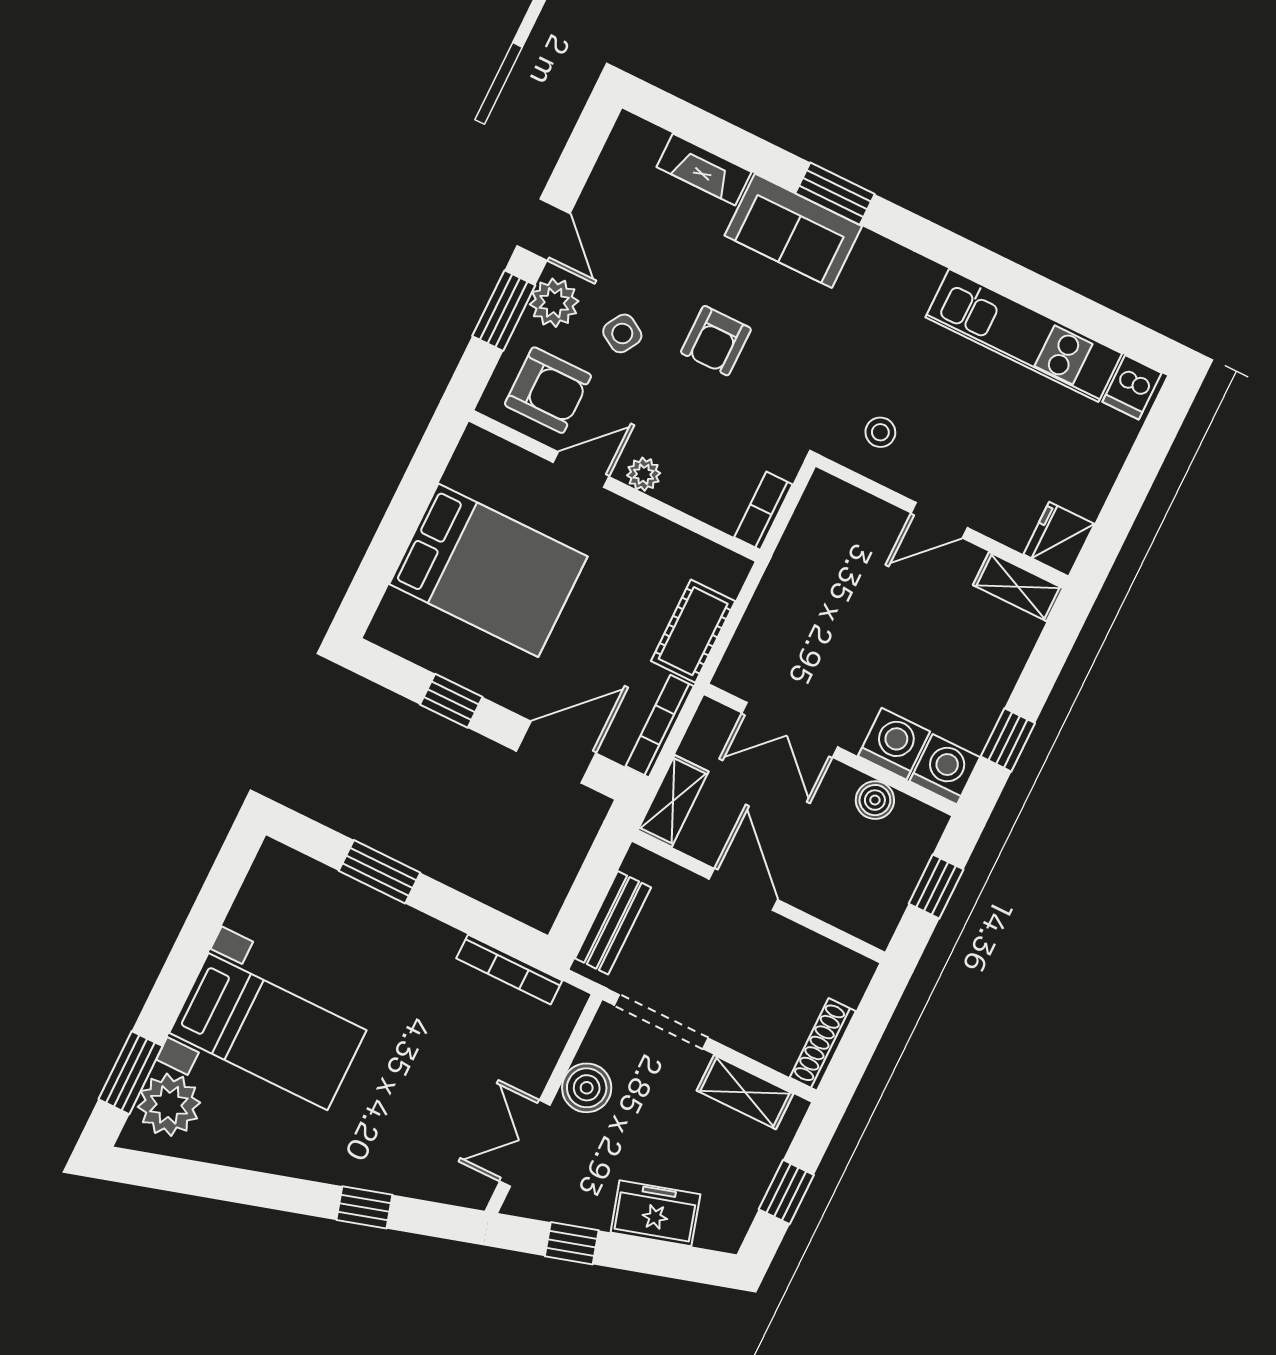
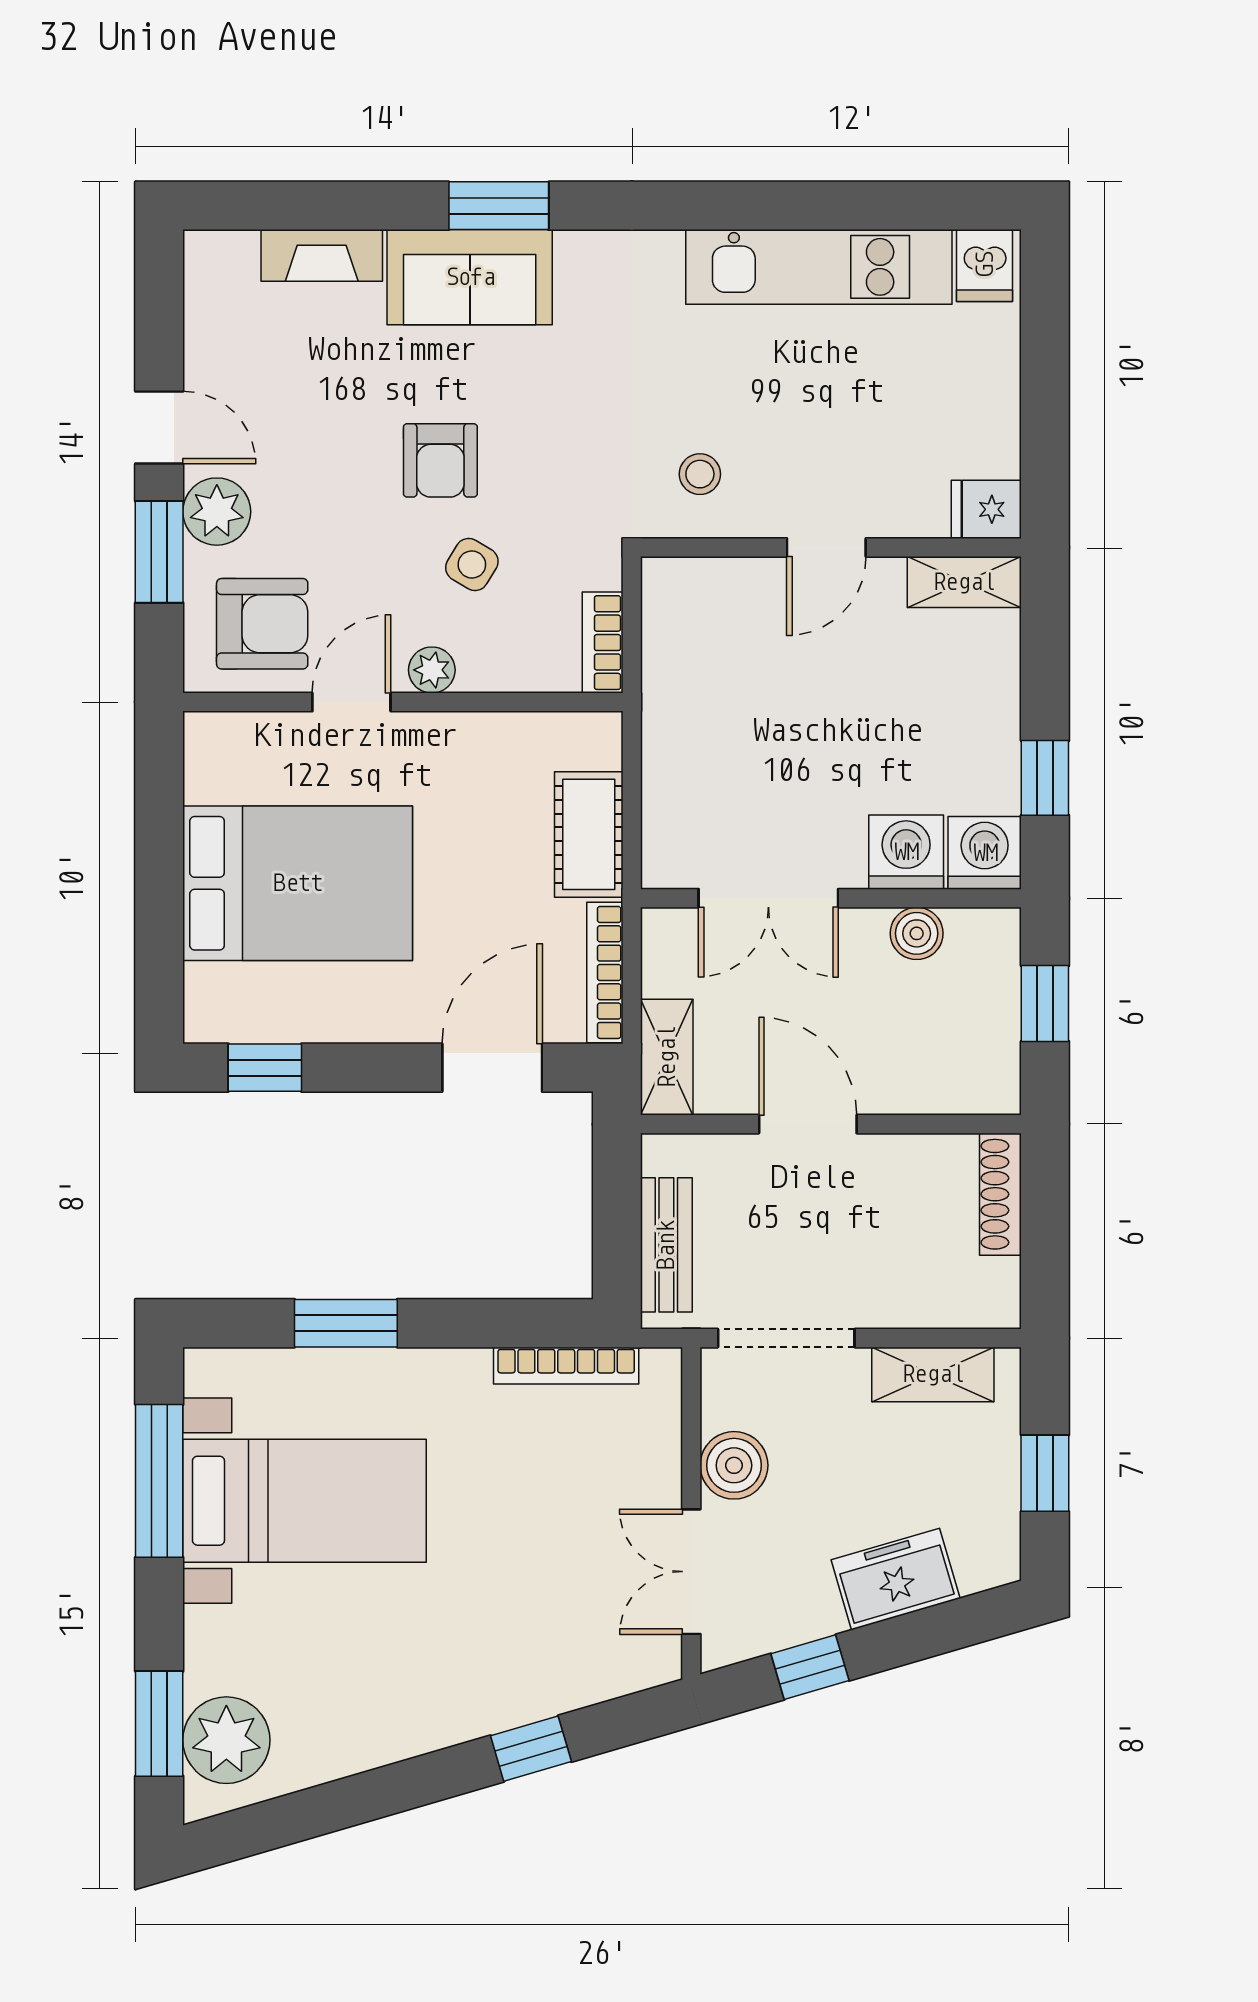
side table: (622, 333) -> (472, 564), moved
fridge: (1059, 539) -> (986, 509), width x0.72
window: (451, 701) -> (265, 1068), moved
window: (208, 915) -> (159, 1481), added
bed with nightstands: (268, 1032) -> (305, 1501), moved
shoe rack: (823, 1044) -> (1000, 1194), moved

